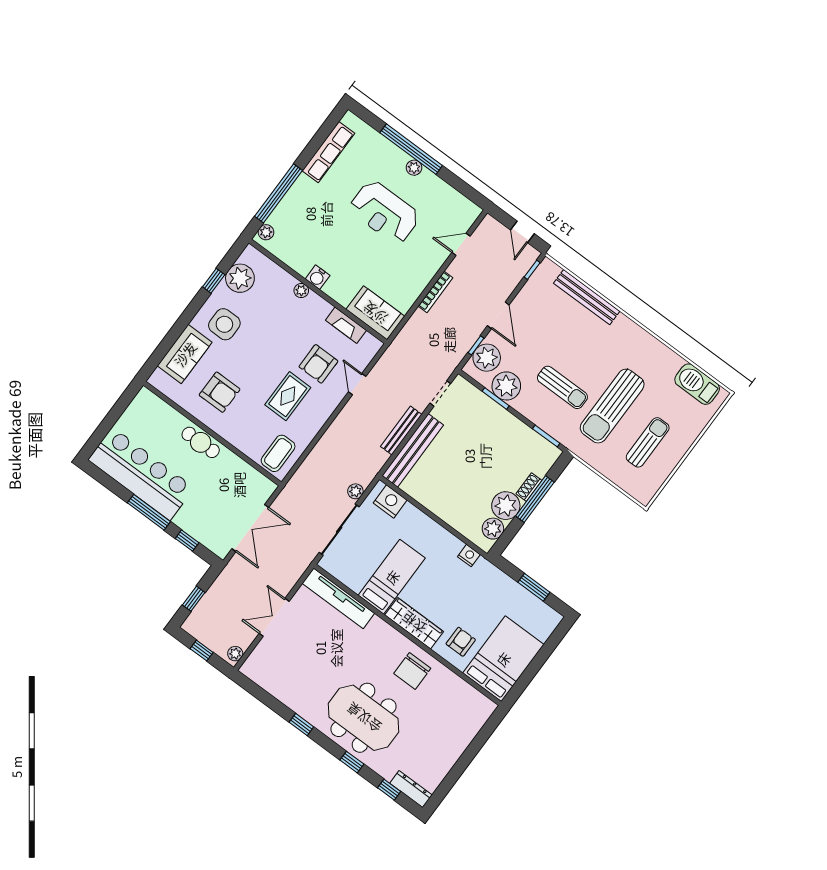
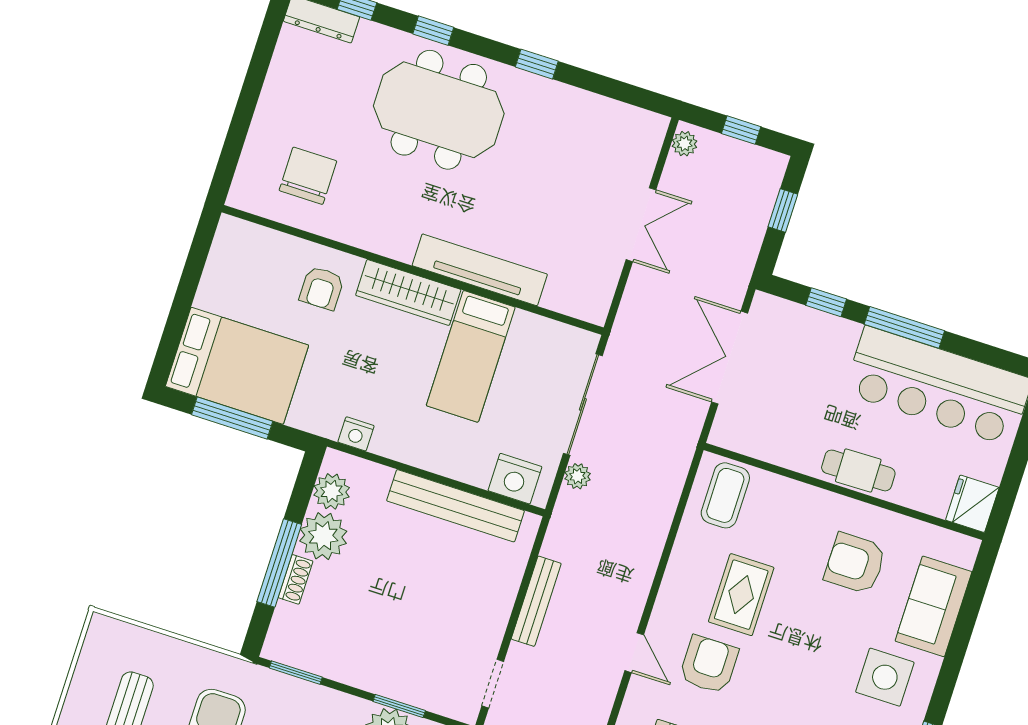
fridge: (144, 403) -> (972, 504), added
bench: (413, 450) -> (456, 506), moved, turned 90
window: (534, 587) -> (232, 418), width x1.44
tv unit: (338, 598) -> (480, 270), moved
bed: (503, 659) -> (237, 366), moved, turned -90
chair: (412, 671) -> (308, 176), moved

